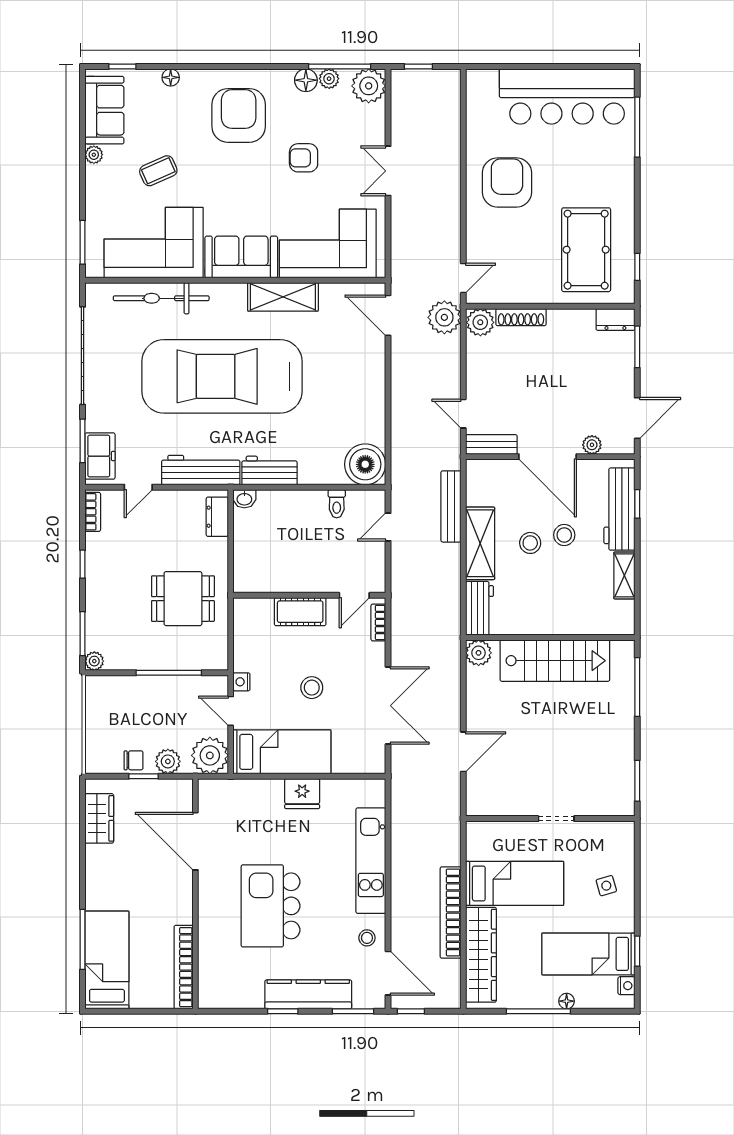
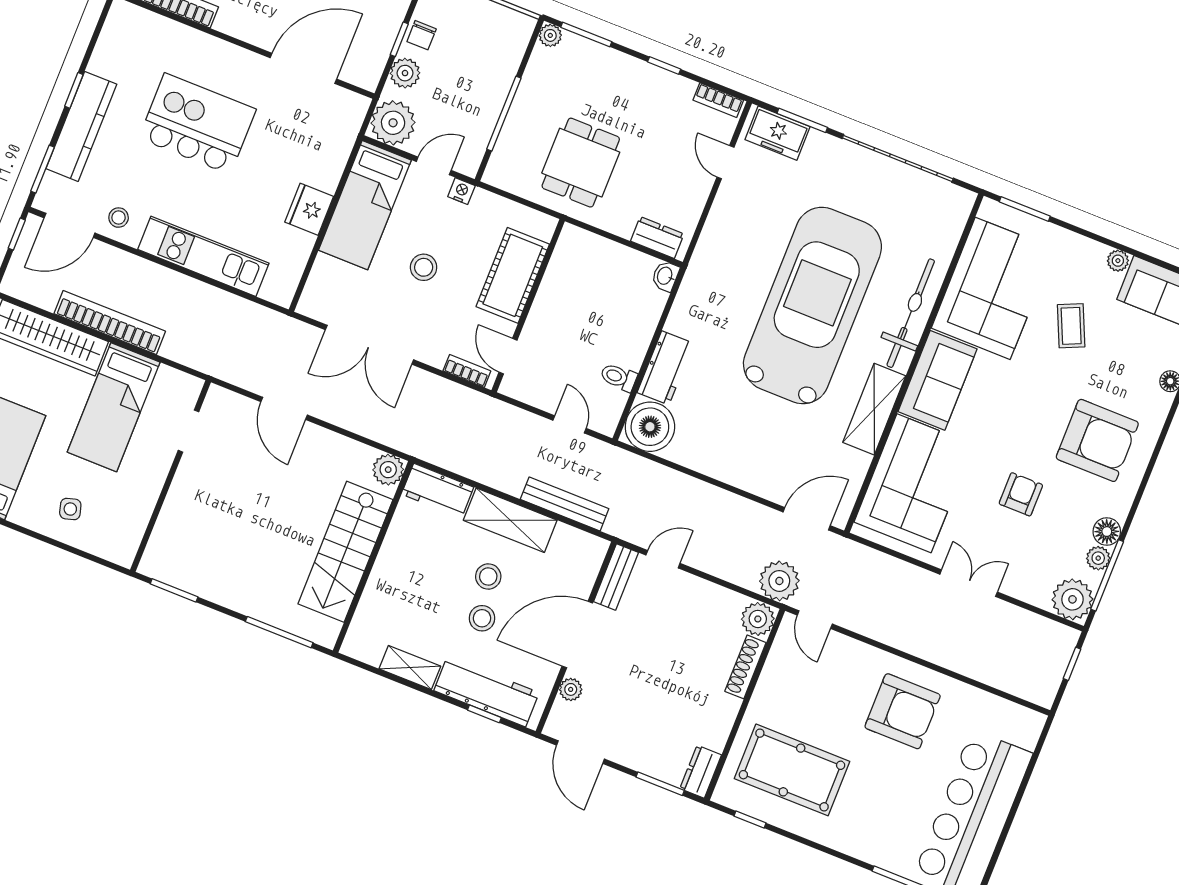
bicycle: (161, 298) -> (911, 313), moved
workbench: (201, 470) -> (717, 240), removed
workbench: (269, 471) -> (665, 368), moved
cot: (300, 612) -> (513, 275), width x1.37, depth x1.34
doorway: (556, 819) -> (188, 431), moved

